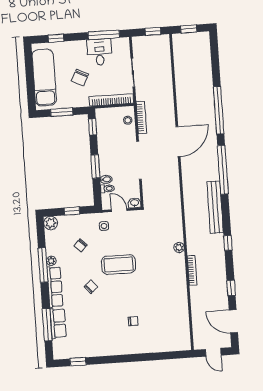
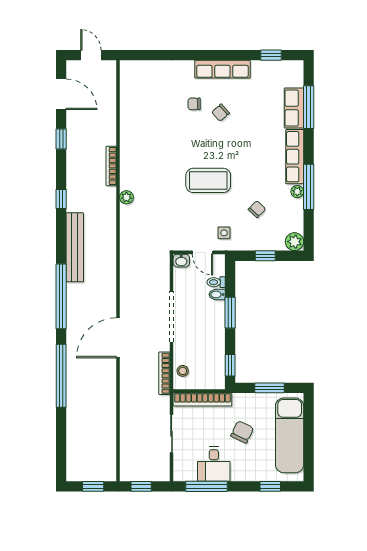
chair: (91, 287) -> (221, 113), moved
row of seats: (114, 349) -> (222, 69), added

